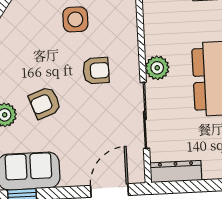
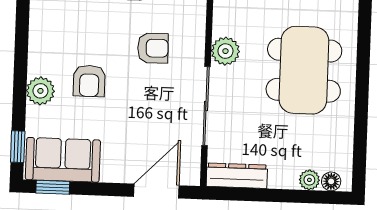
armchair: (45, 103) -> (89, 81), turned -70

